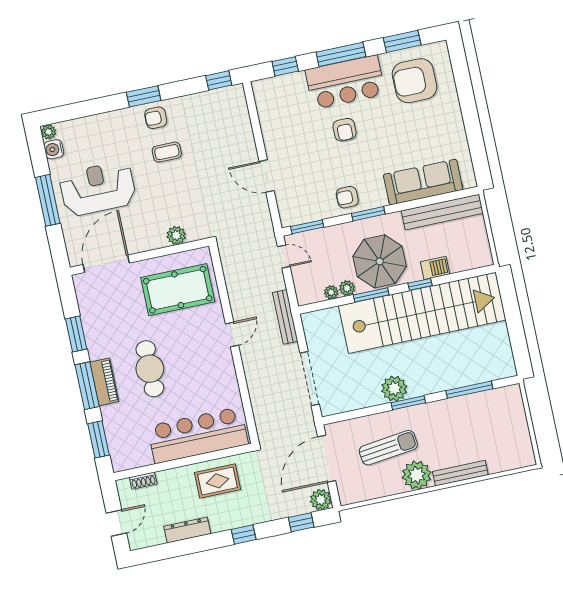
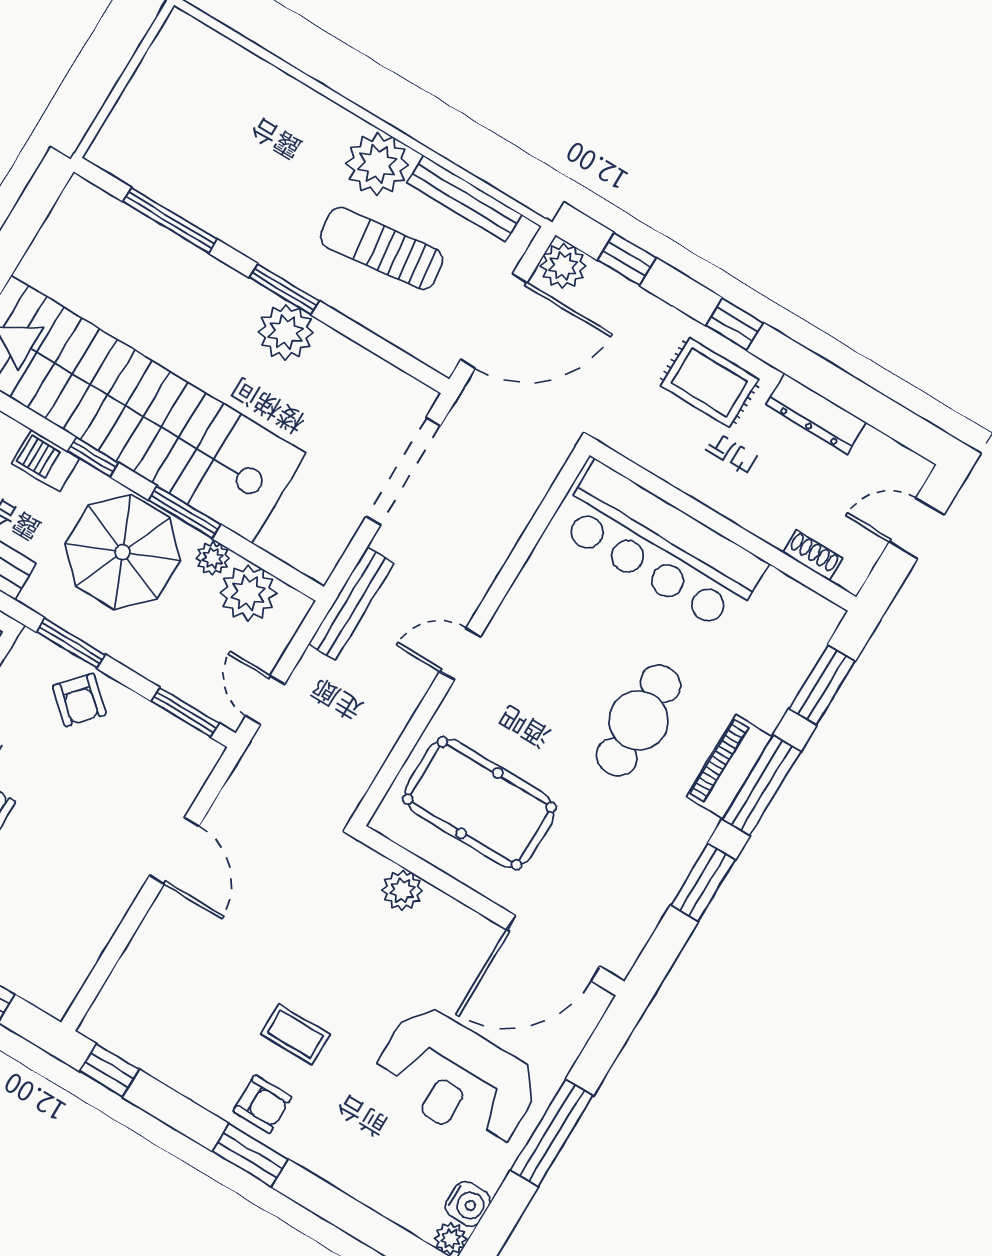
armchair: (347, 197) -> (79, 700), turned 42
plant: (331, 292) -> (248, 593), width x1.88, depth x1.88
bench: (460, 473) -> (464, 198), moved
rug: (218, 481) -> (709, 383), moved

